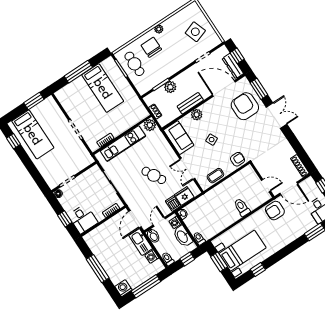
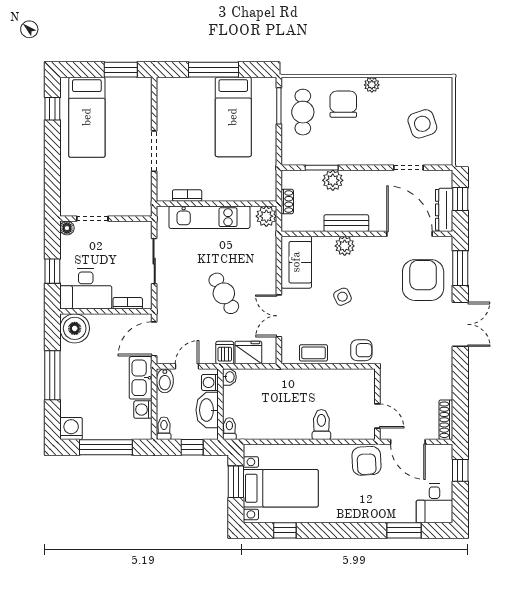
armchair: (275, 211) -> (366, 461), turned -93
desk: (83, 219) -> (86, 289), width x1.37
boiler: (94, 239) -> (75, 328), added

